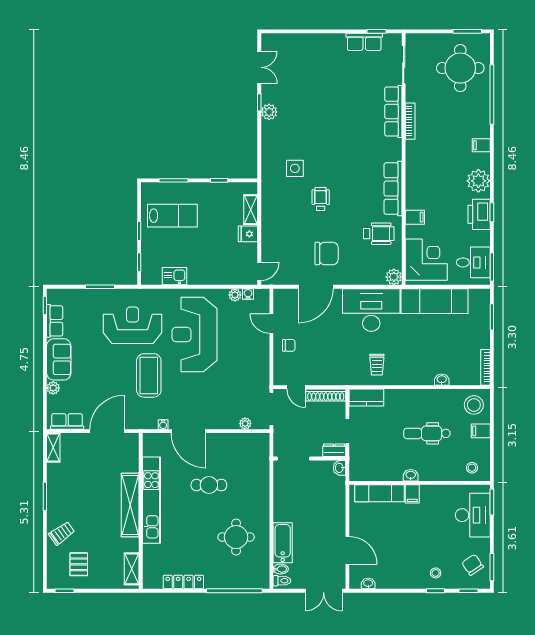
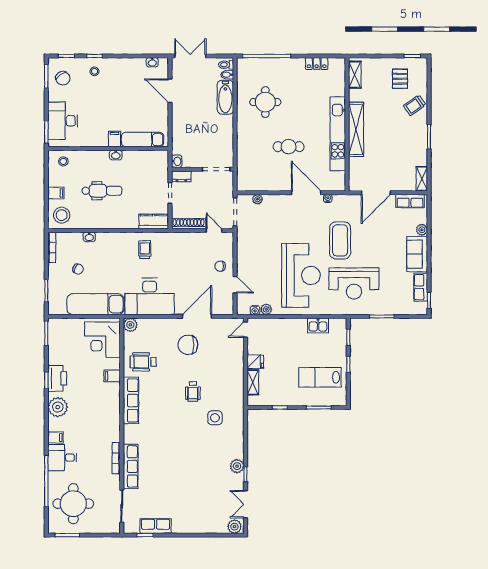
plant: (272, 41) -> (234, 527), added
desk: (473, 262) -> (62, 458), moved
chair: (455, 342) -> (78, 269), added
locker: (183, 582) -> (317, 63), width x0.66

